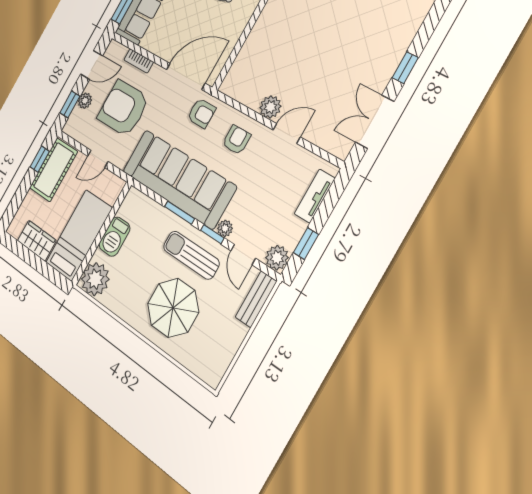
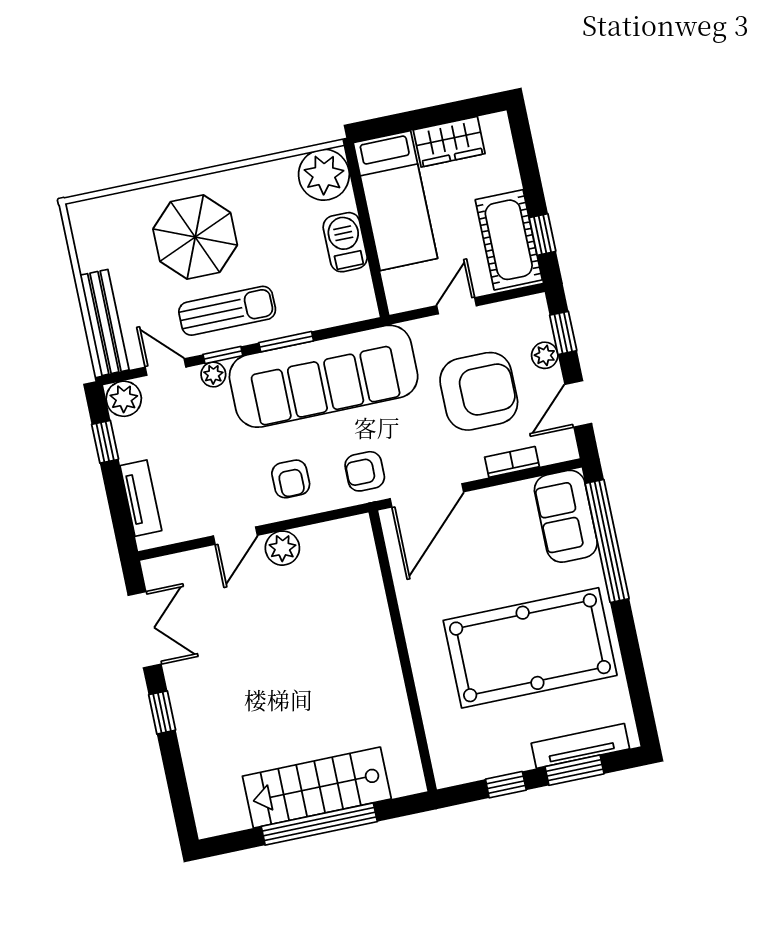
bench: (256, 299) -> (104, 323), width x1.36

